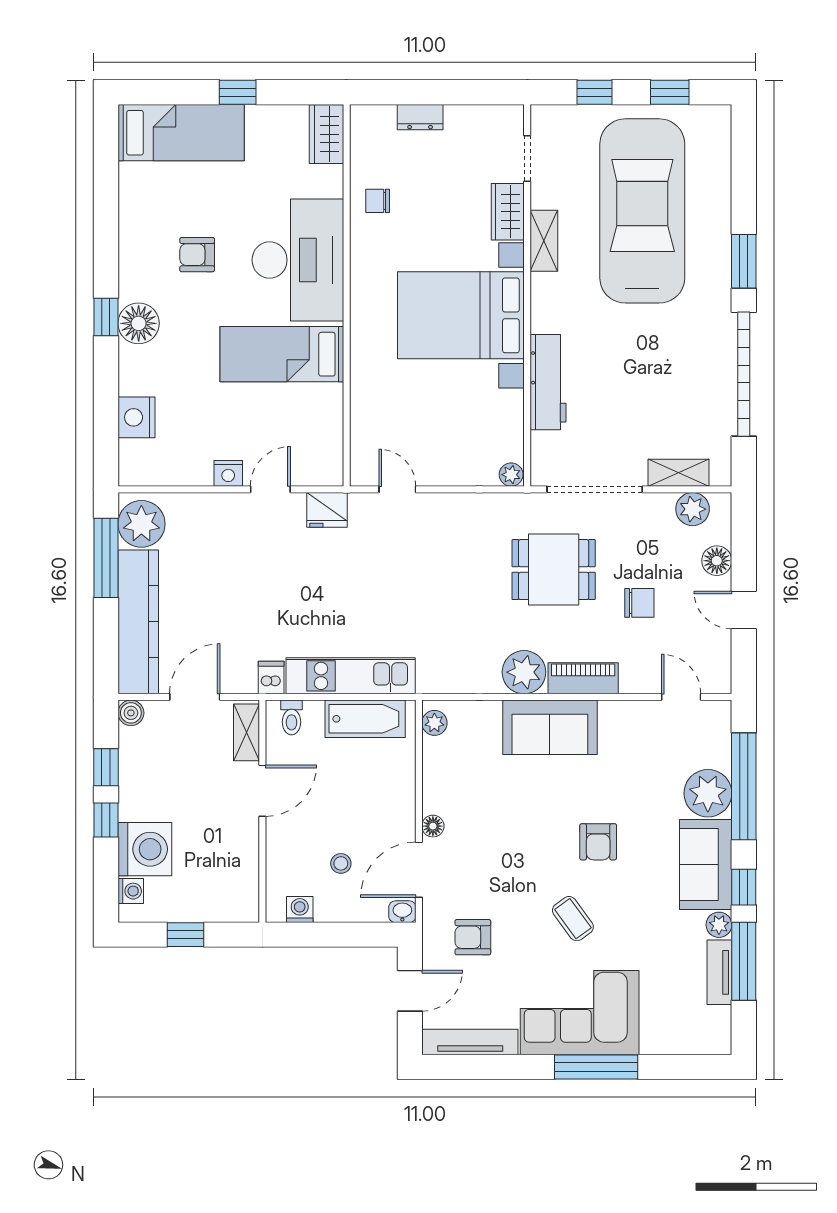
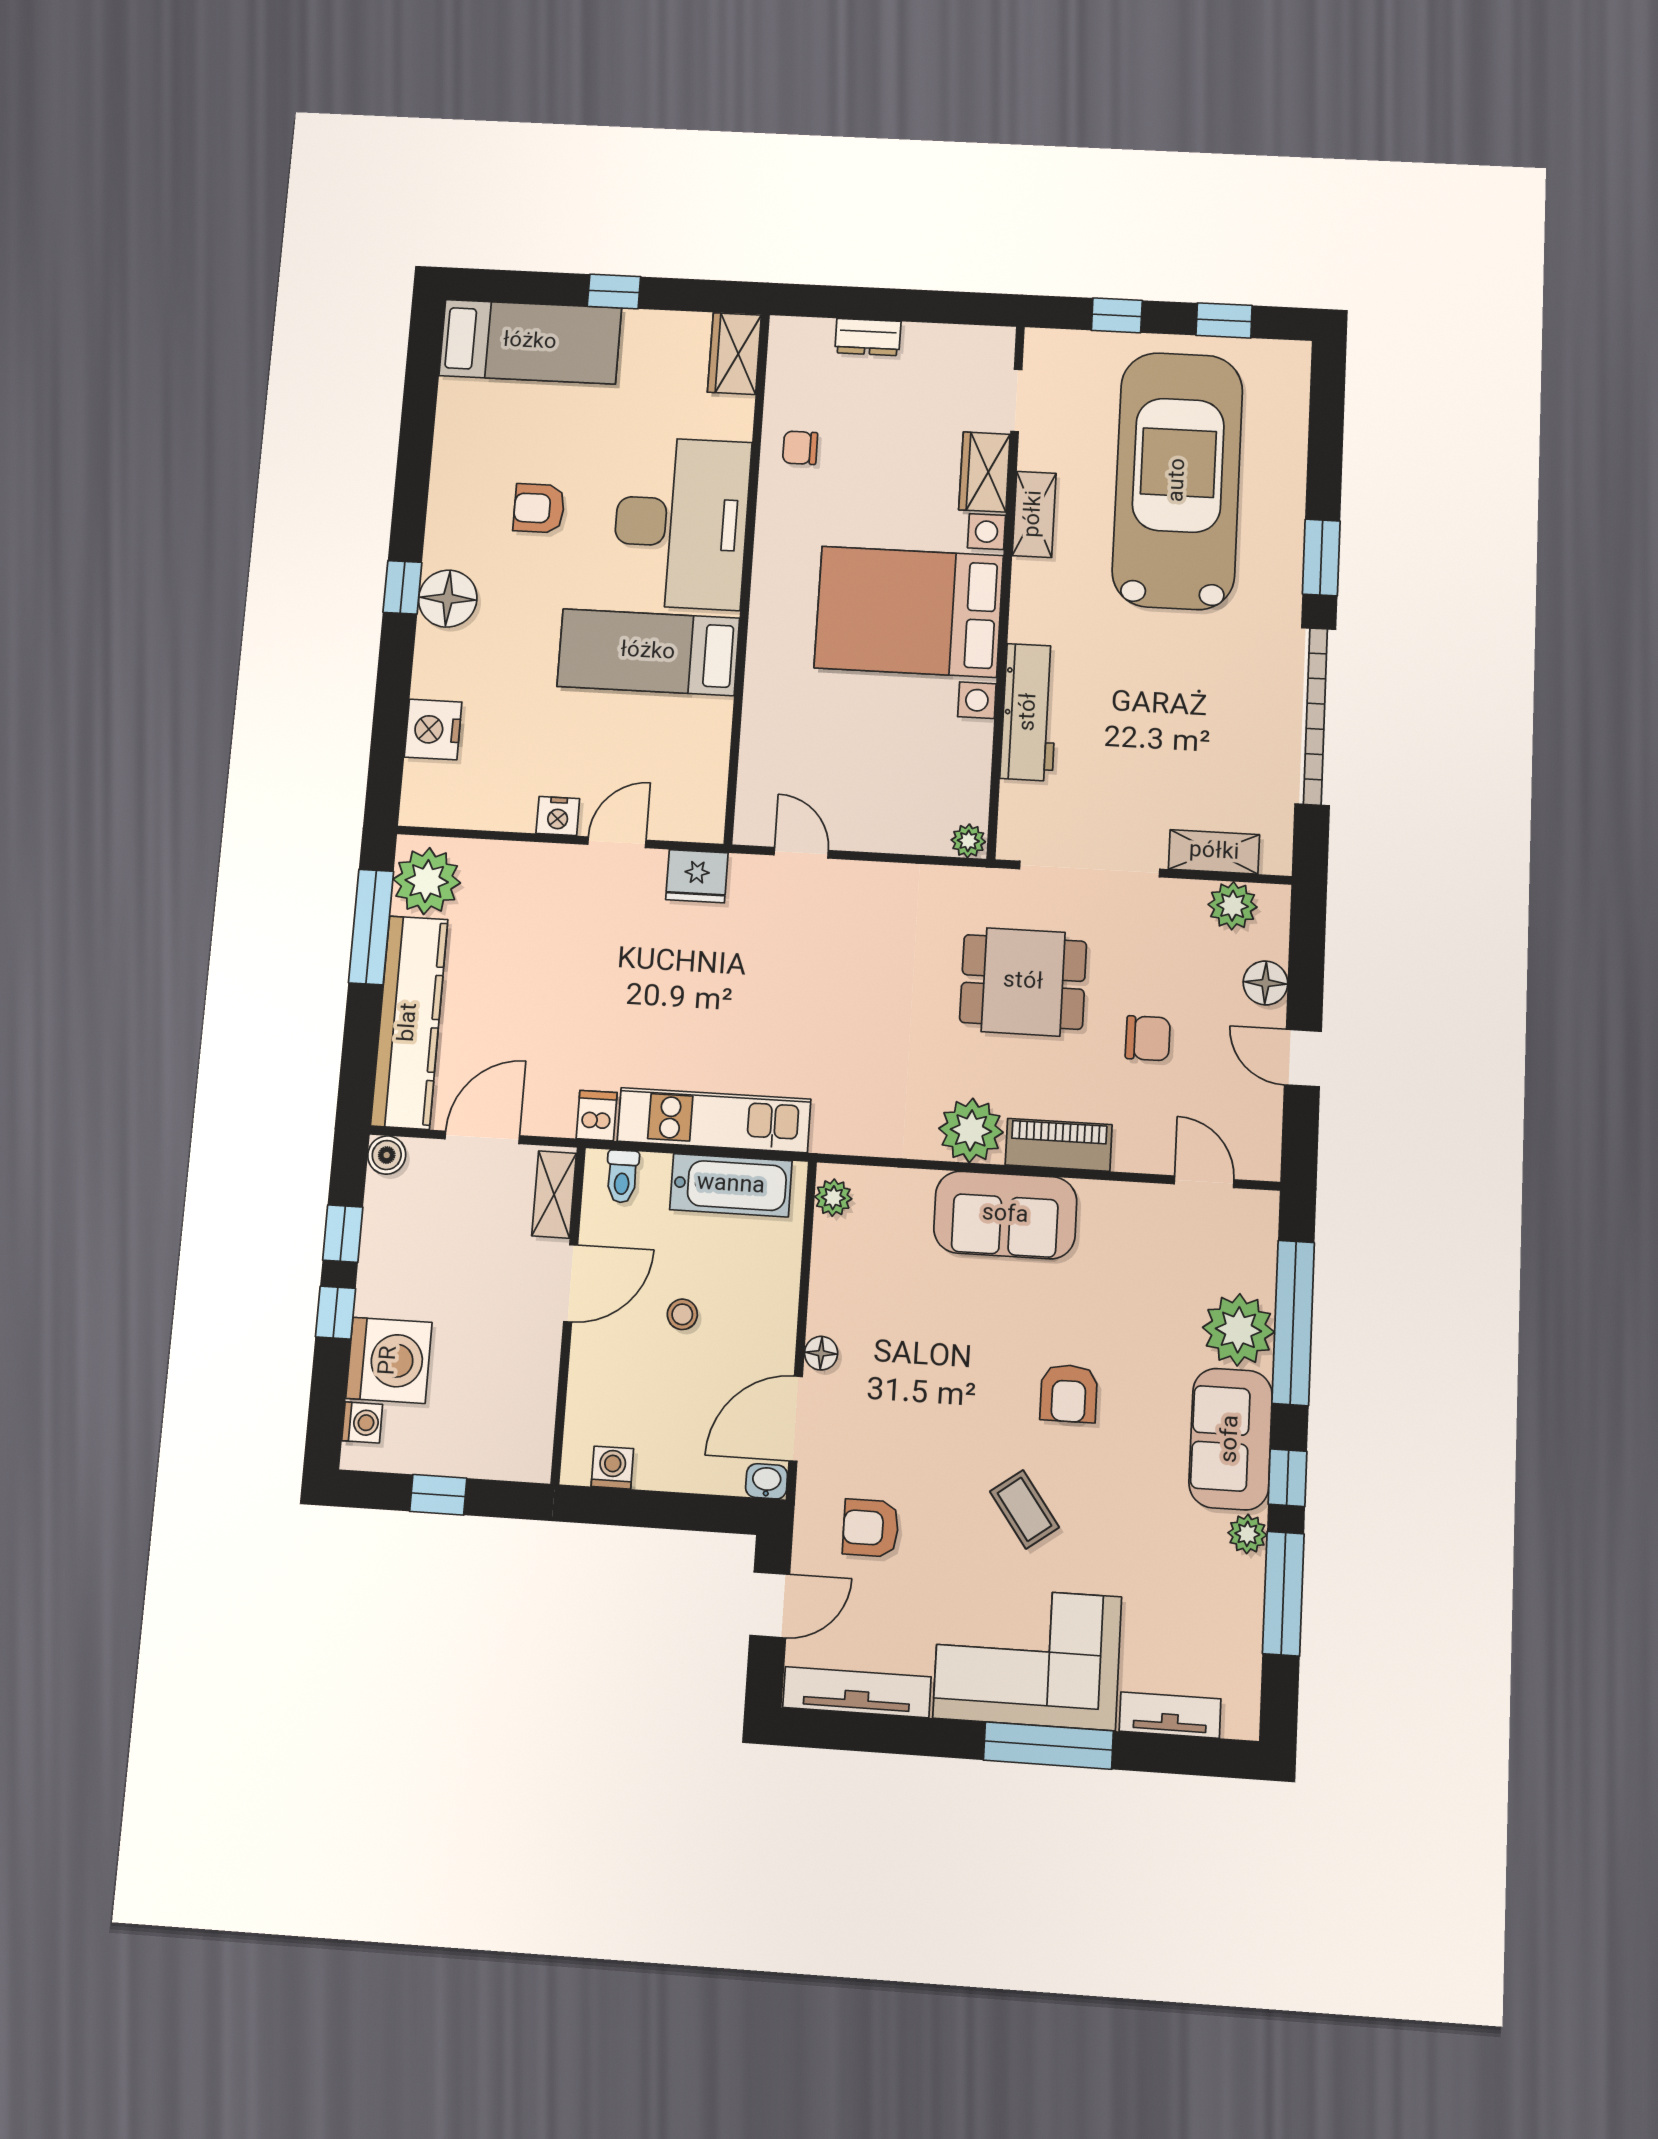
stool: (341, 863) -> (682, 1314), moved
tv unit: (719, 972) -> (1170, 1715), moved, turned 90

